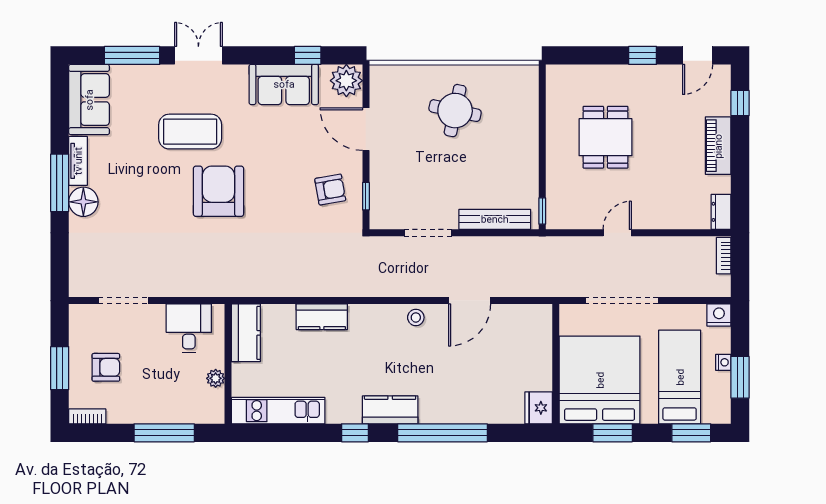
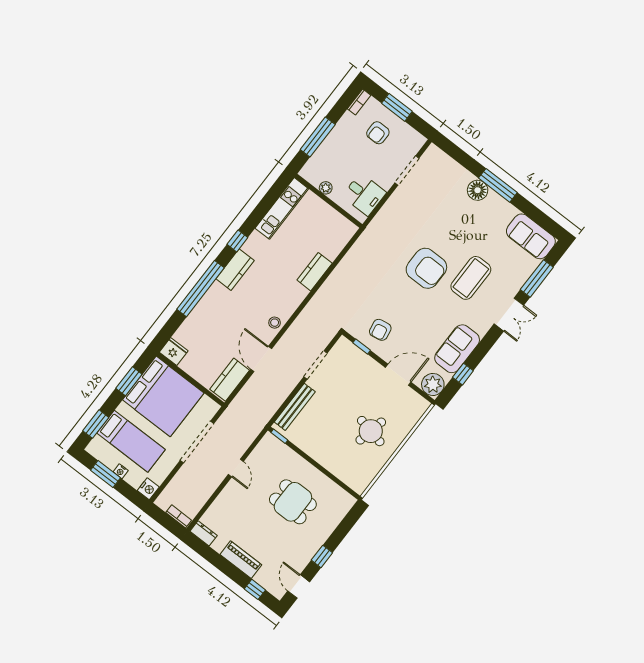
tv unit: (78, 161) -> (502, 205), removed
kitchen counter: (246, 333) -> (230, 380), moved, turned 90

